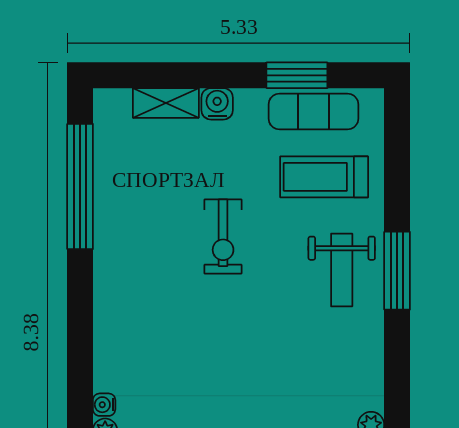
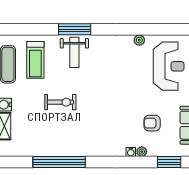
window: (80, 186) -> (59, 162), moved
weight bench: (342, 270) -> (74, 52), turned 90

